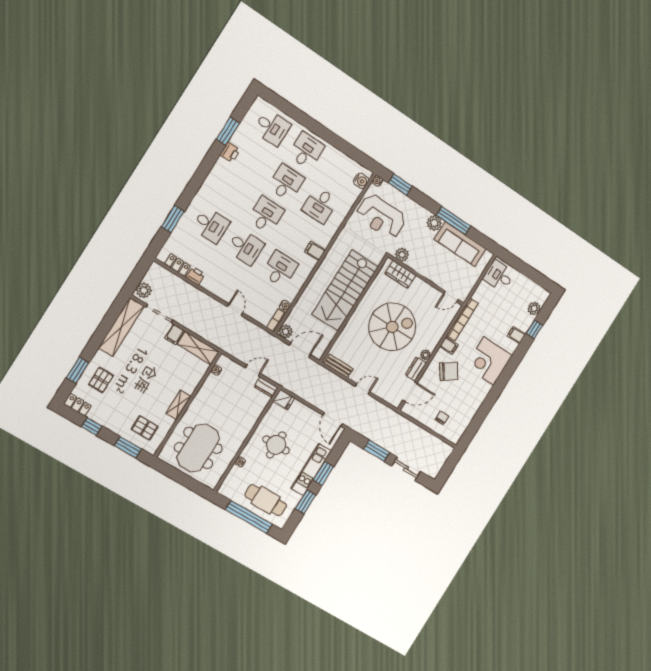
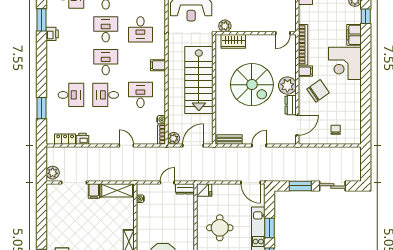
desk: (246, 247) -> (106, 95), turned 180
shelving: (121, 327) -> (53, 209), removed
spiral stairs: (392, 327) -> (252, 85), turned 90
filing cabinet: (516, 335) -> (354, 35), width x2.00
plant: (425, 355) -> (287, 86), width x1.87, depth x1.87

